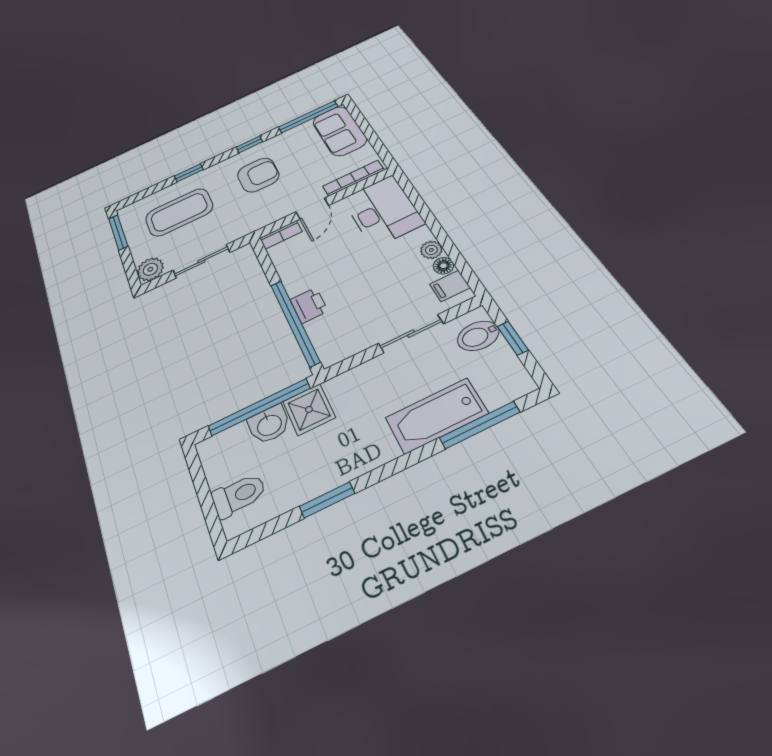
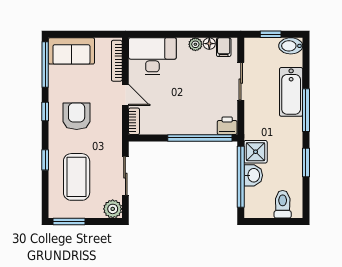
printer: (309, 305) -> (227, 126), moved
bidet: (478, 336) -> (291, 46), moved, turned 90
window: (480, 425) -> (306, 110), moved

